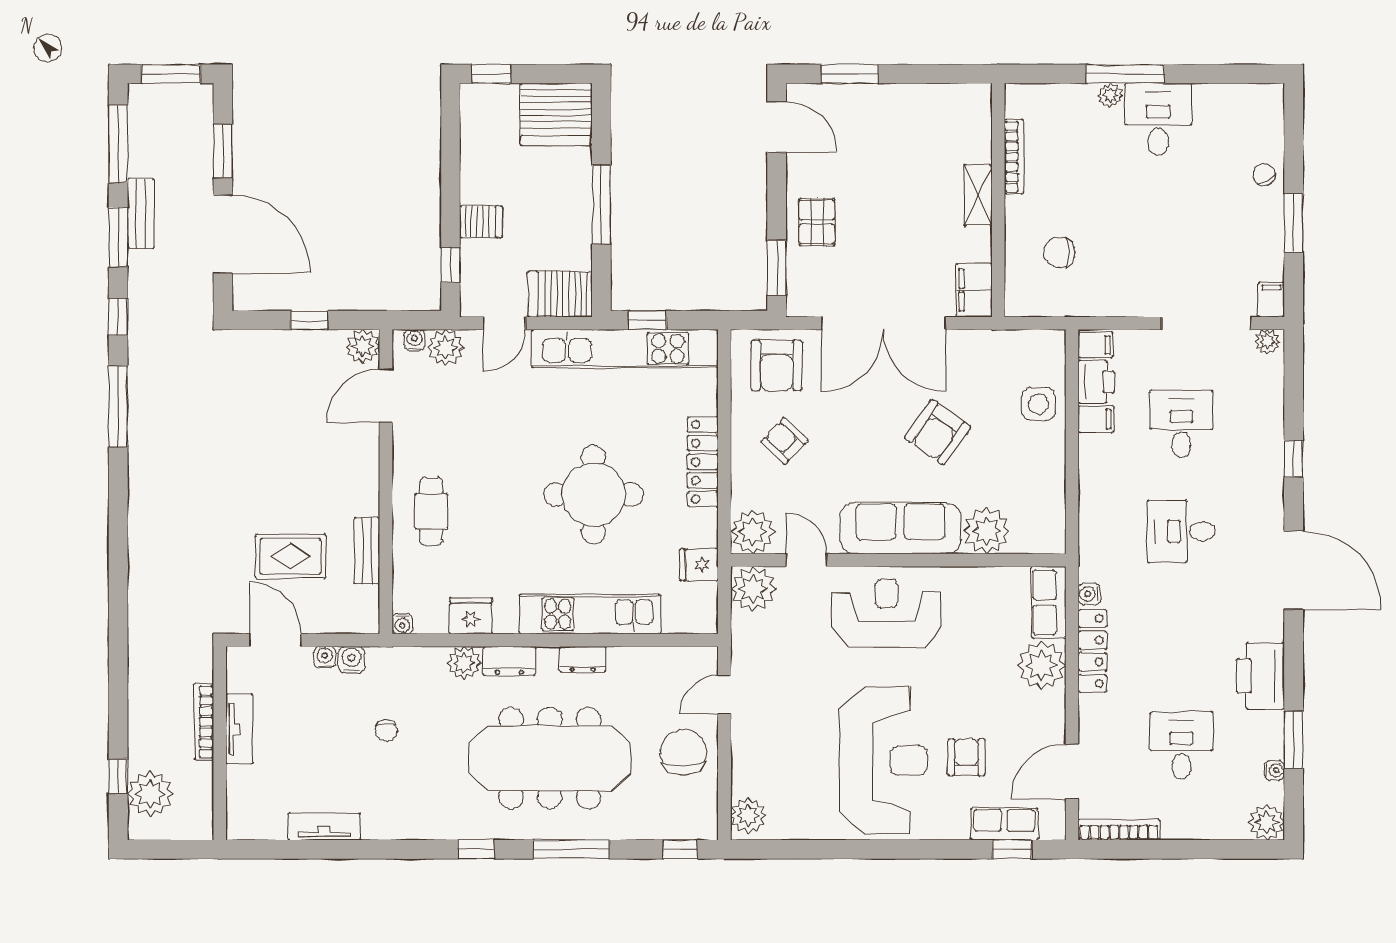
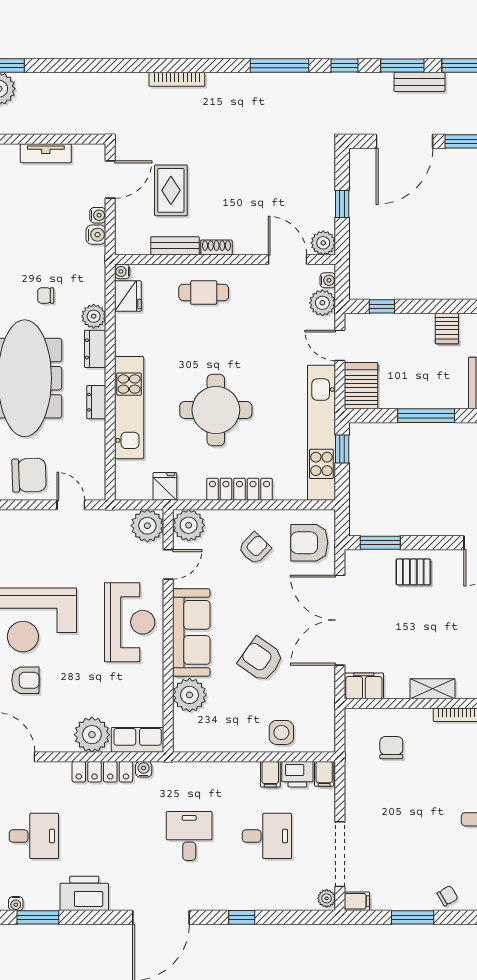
server rack: (481, 222) -> (447, 328), moved
shoe rack: (369, 494) -> (216, 248), added
fridge: (471, 616) -> (128, 296), moved
bookcase: (204, 722) -> (177, 79), moved, turned 180
chair: (386, 731) -> (46, 295), moved

